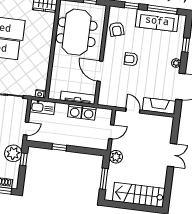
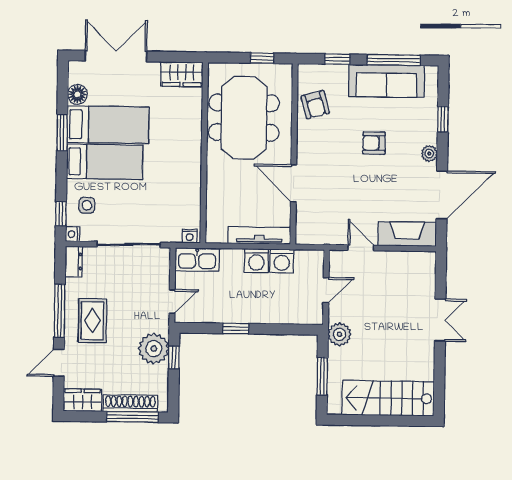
armchair: (131, 59) -> (374, 143), moved

